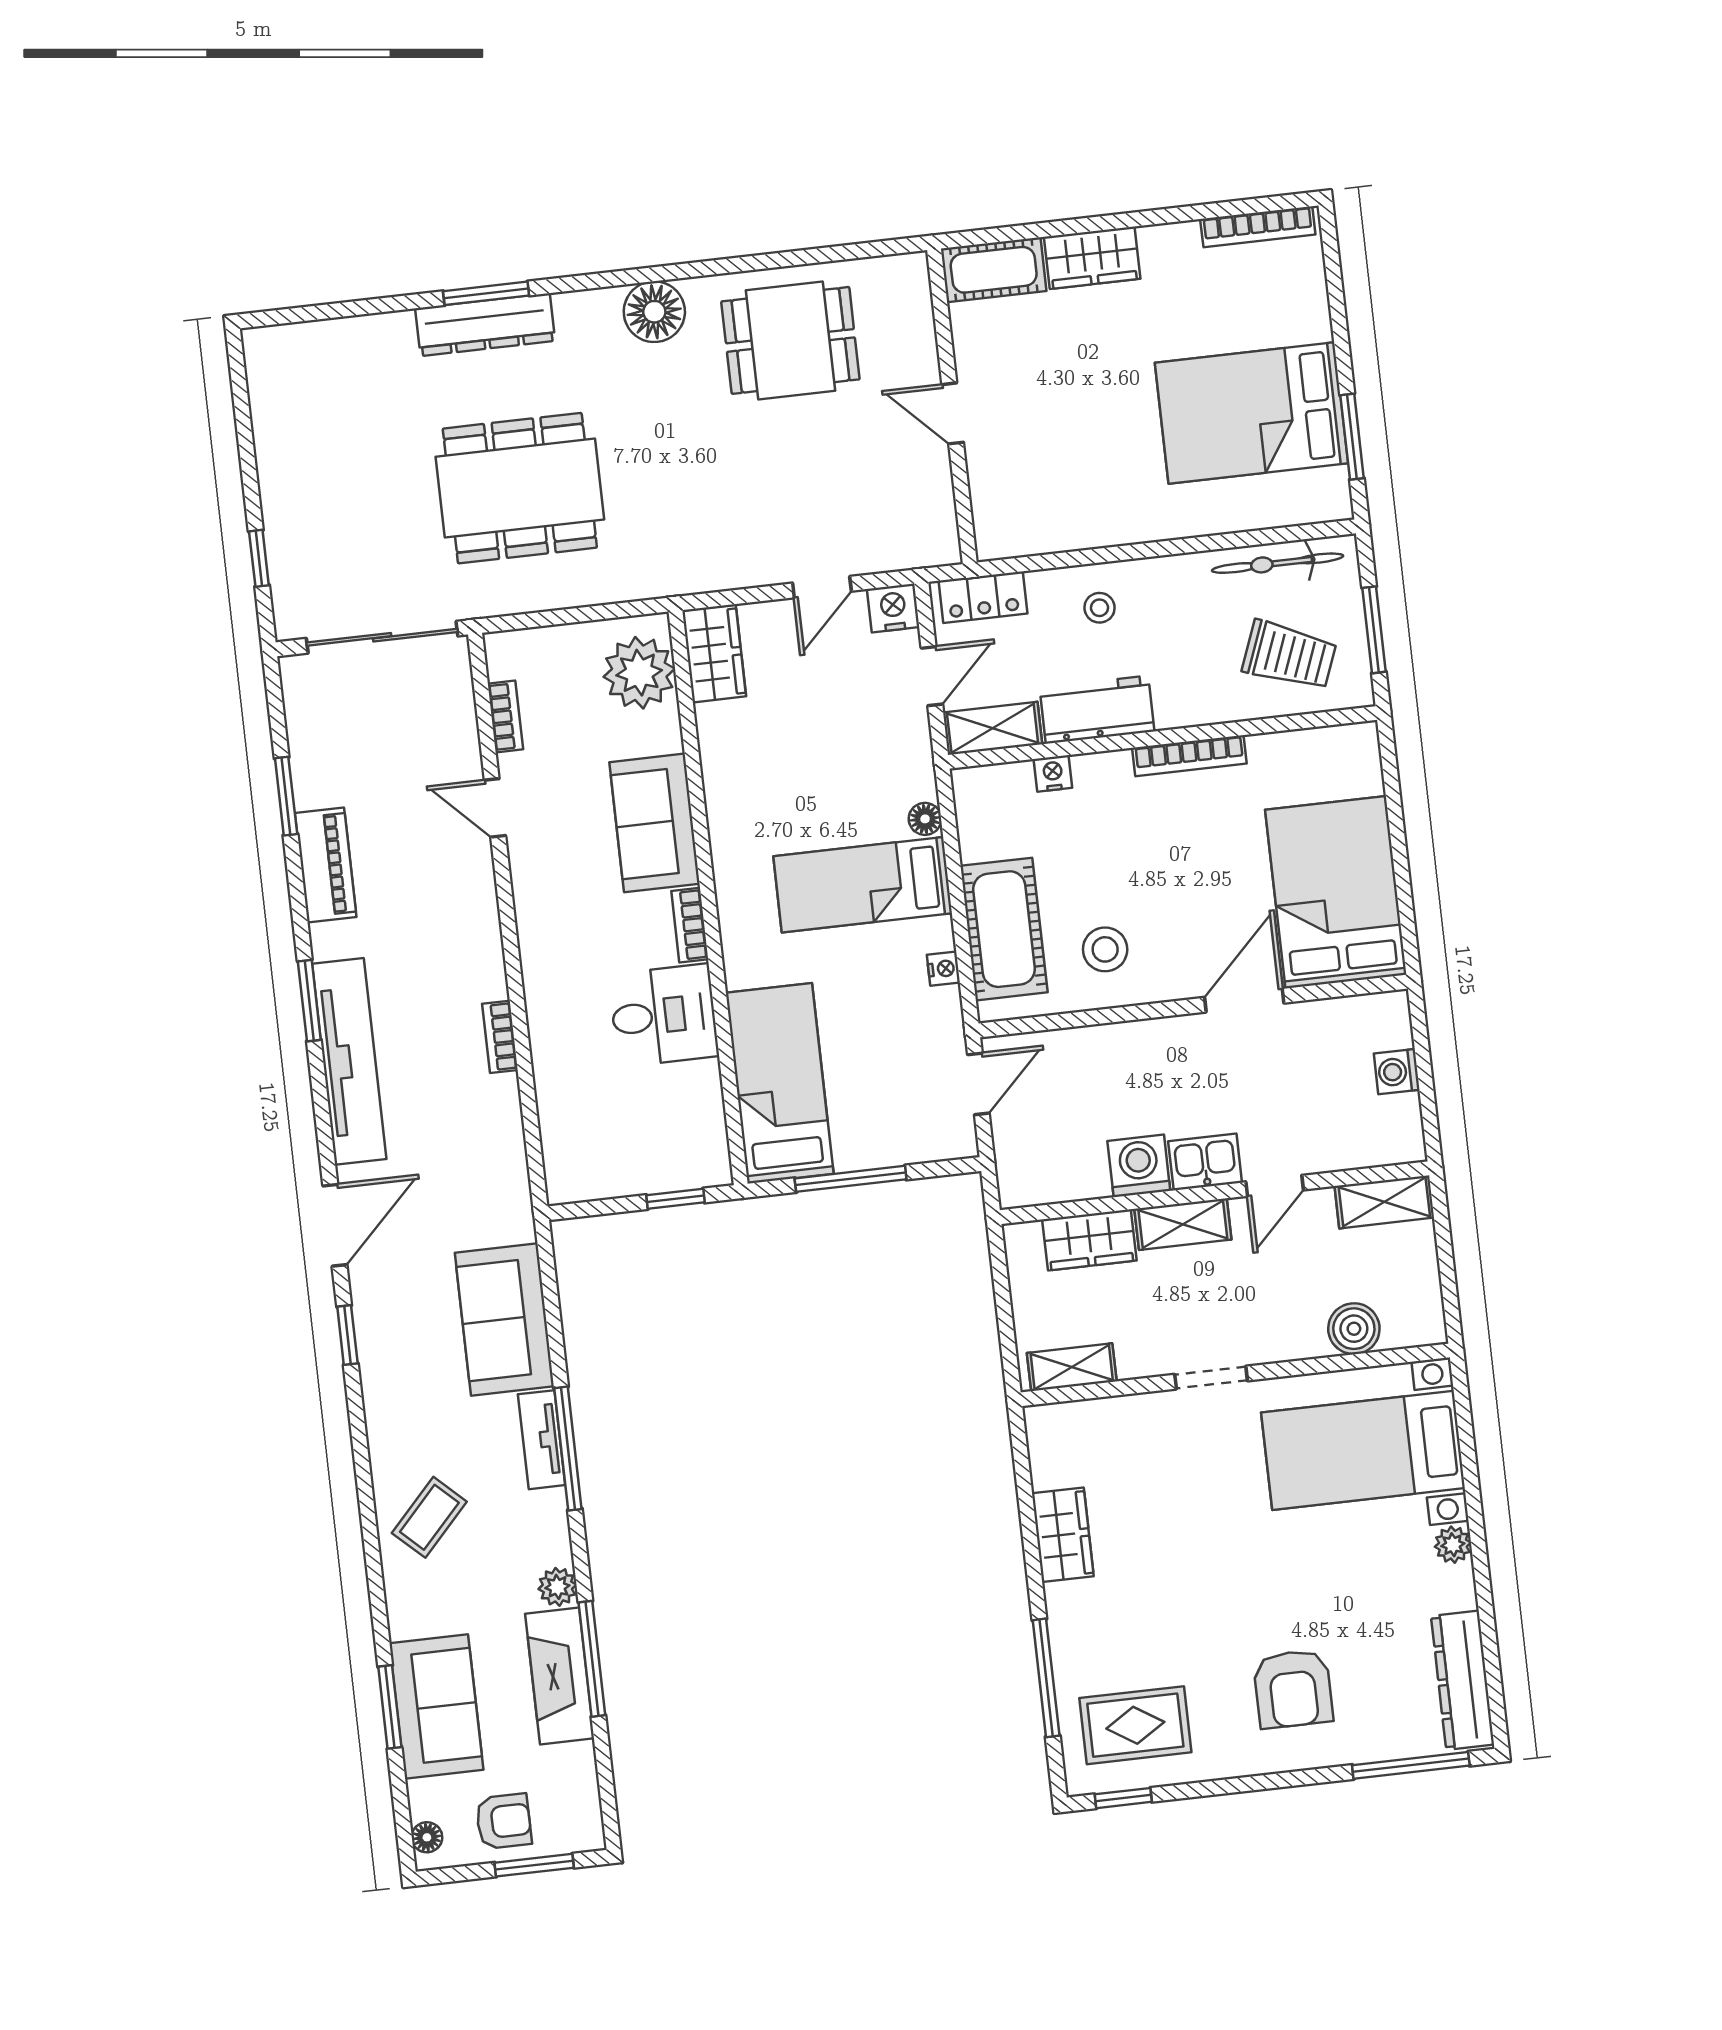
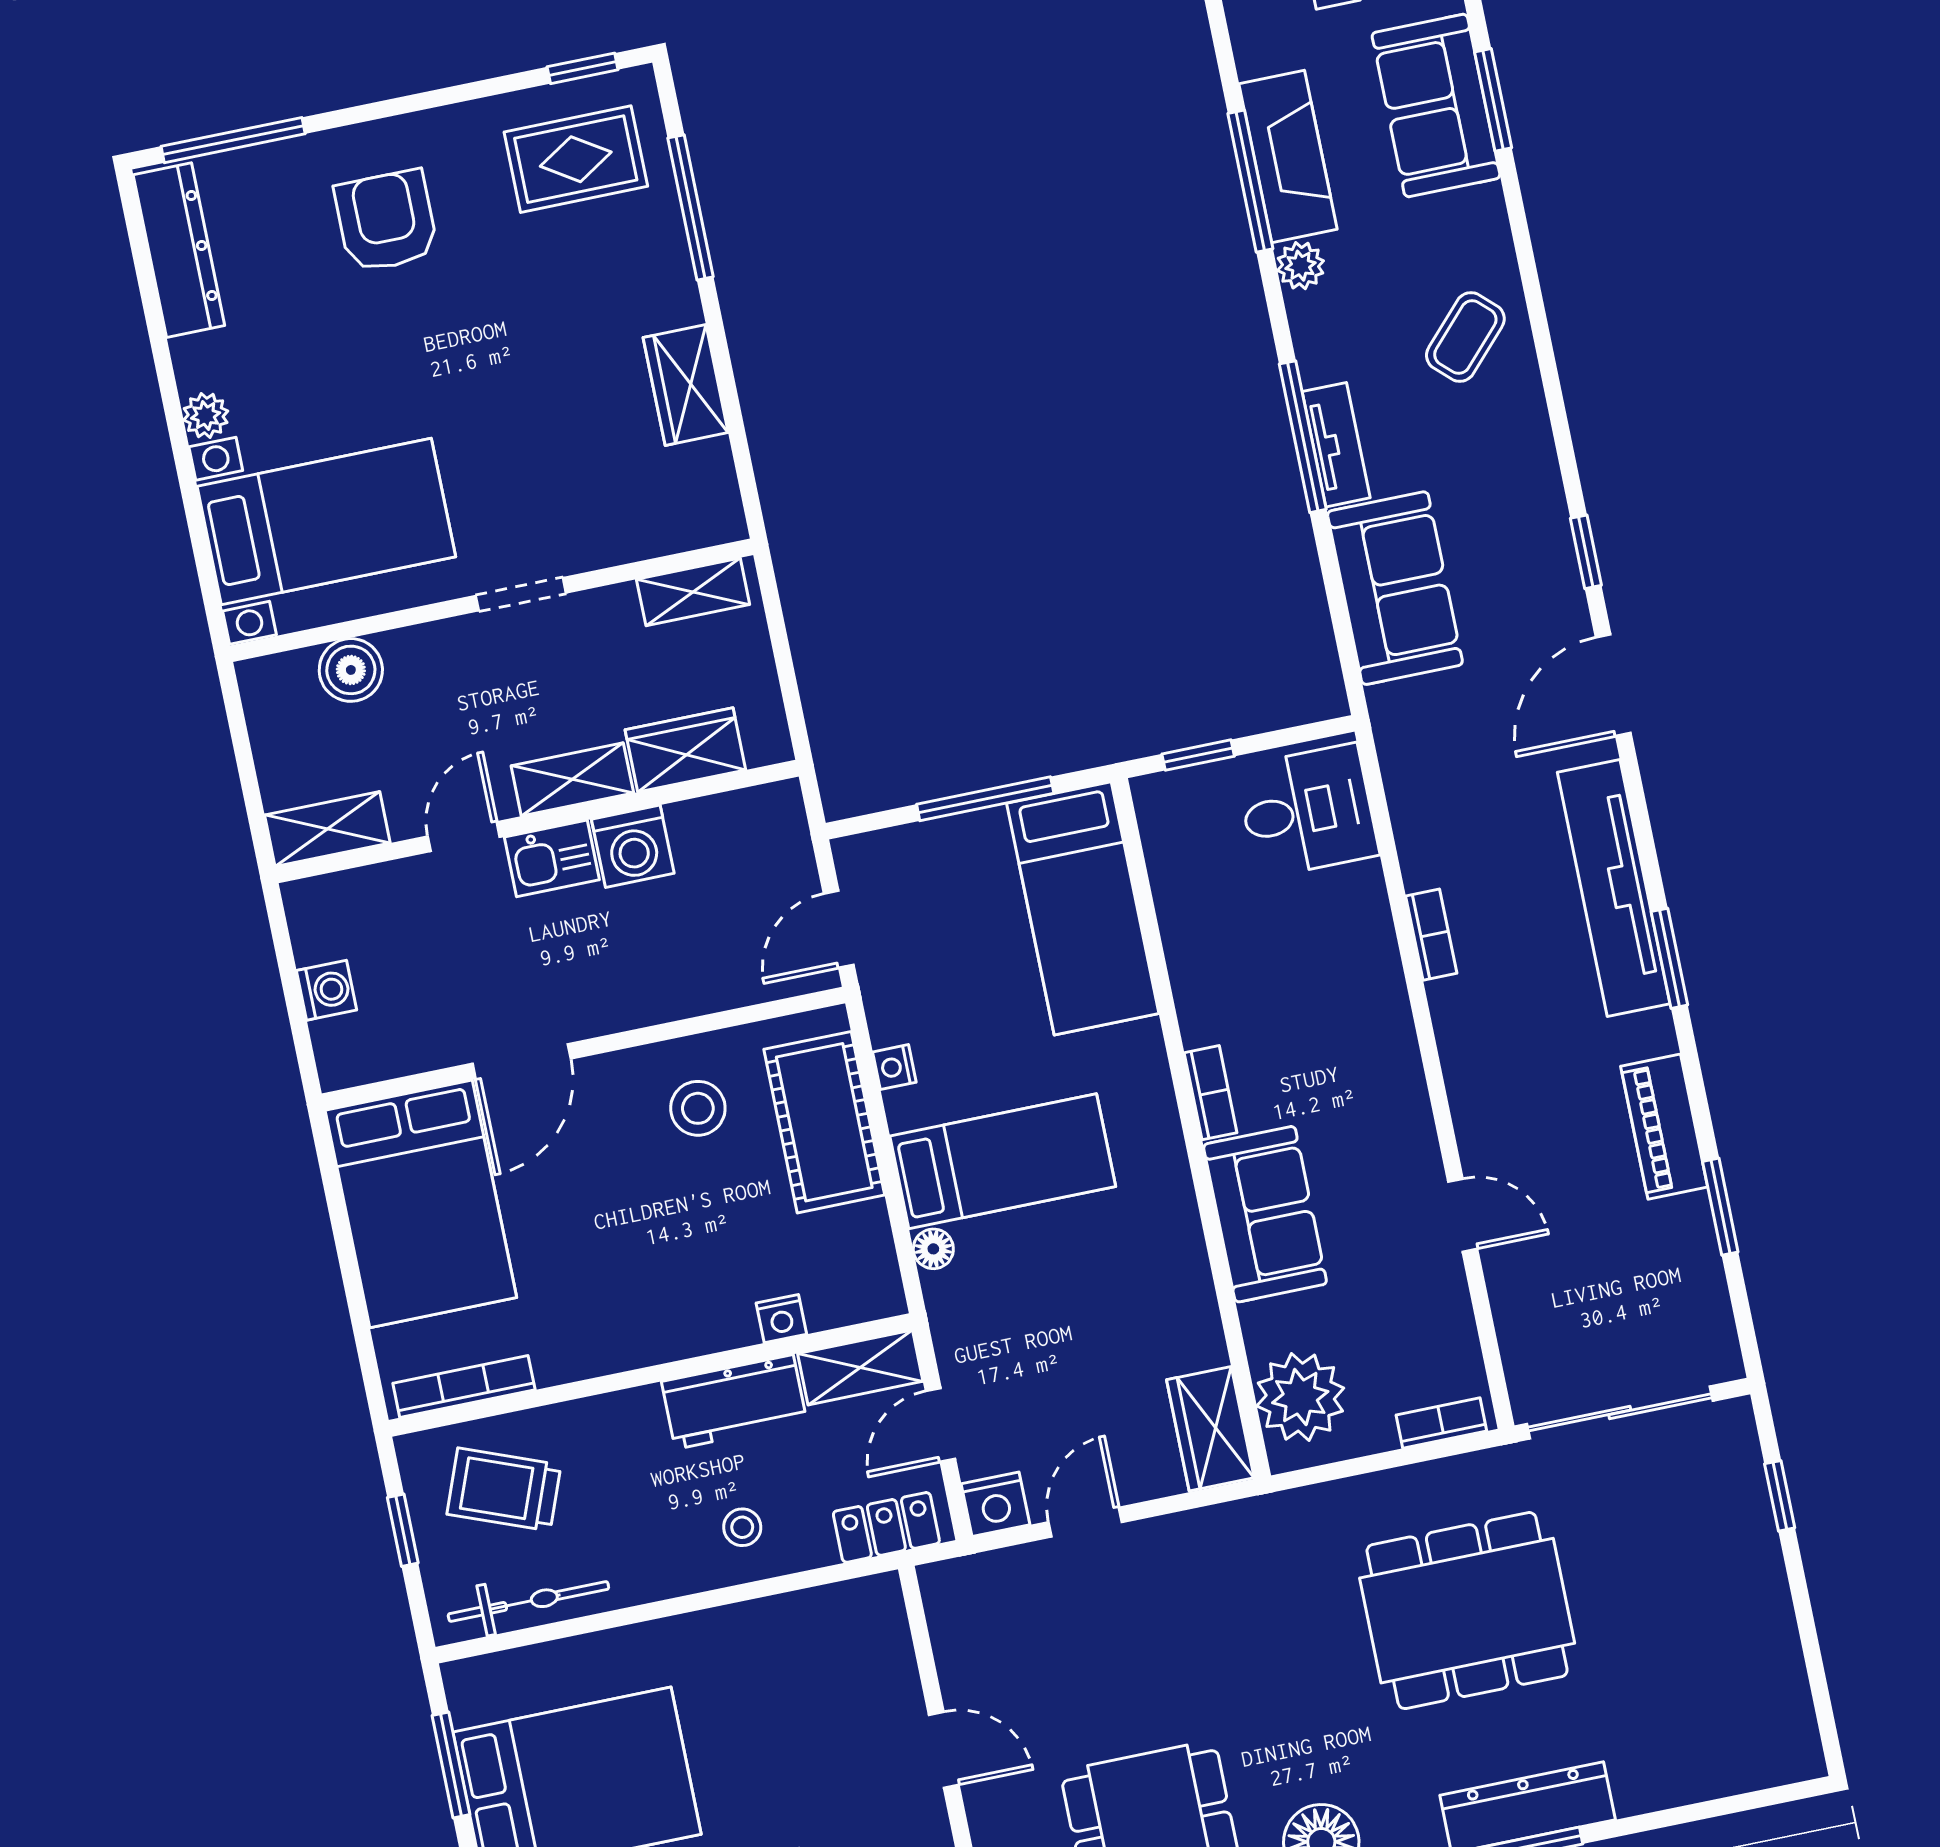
window: (1374, 630) -> (403, 1530), width x0.67
bookcase: (505, 716) -> (1441, 1423), moved, turned 90
bookcase: (1189, 756) -> (464, 1387), moved
desk: (664, 1015) -> (1307, 811), moved, turned 180

